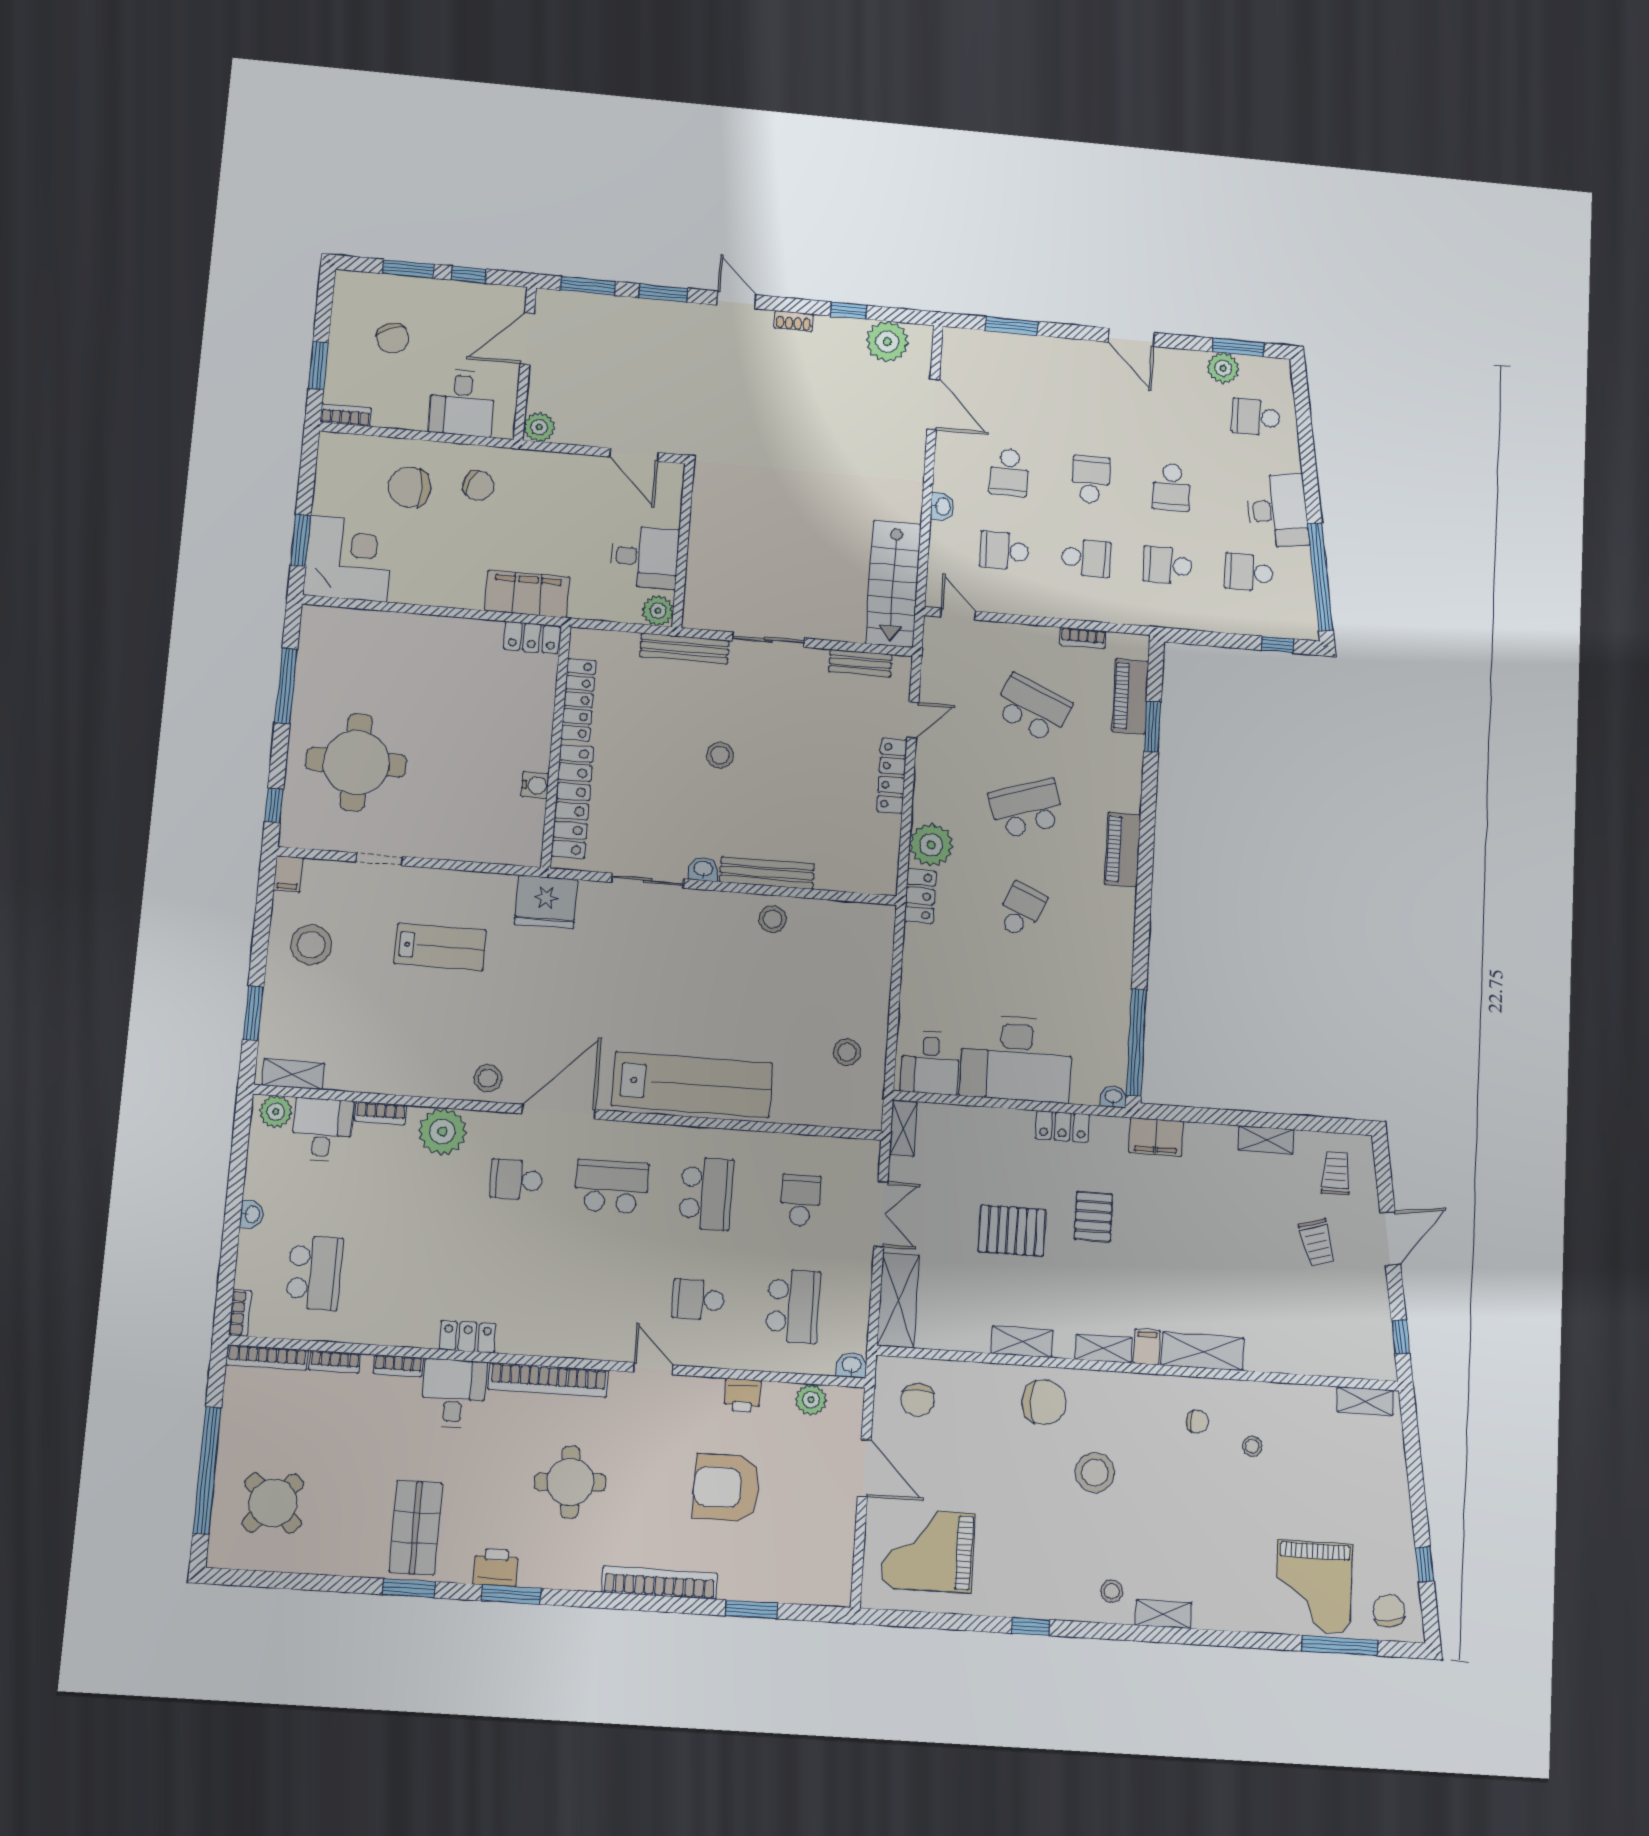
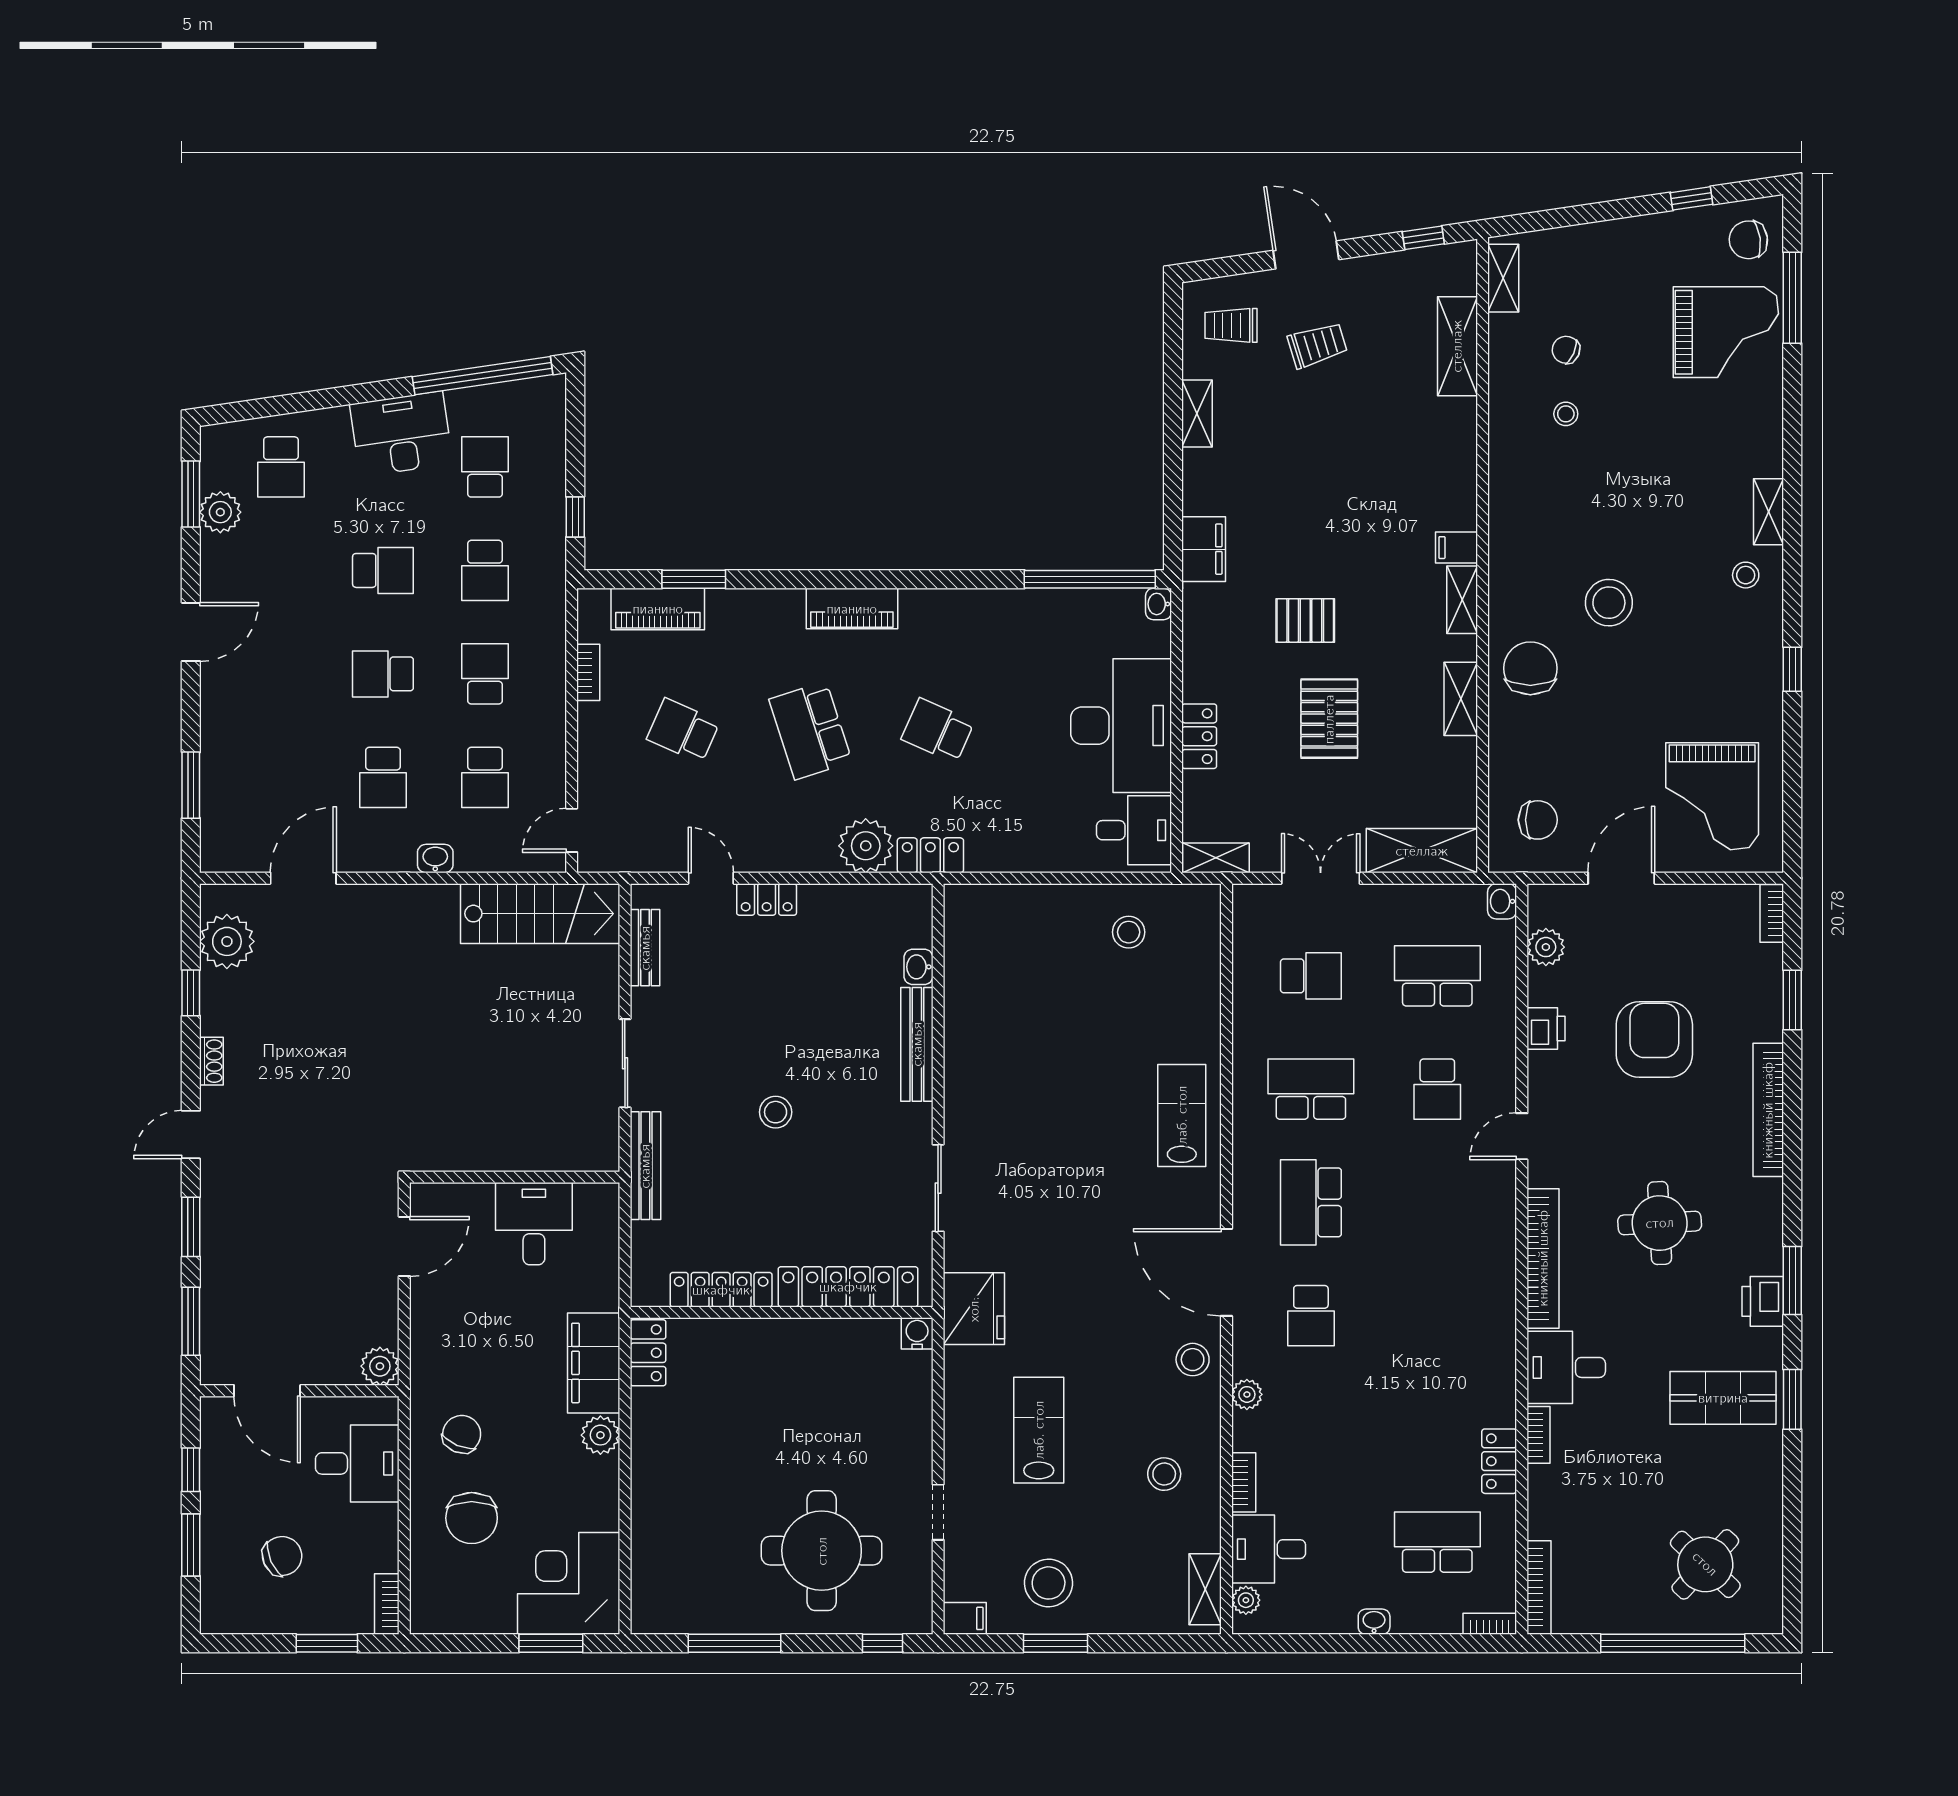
school desk: (1009, 472) -> (383, 777), turned 90
school desk: (1249, 572) -> (485, 467), turned 180
plant: (658, 611) -> (600, 1435), moved
window: (1277, 645) -> (575, 517), moved
school desk: (1032, 708) -> (683, 731), width x0.54
locker: (892, 776) -> (767, 899), width x0.66
water cooler: (535, 785) -> (917, 1333), moved
washbasin: (703, 869) -> (918, 967), moved
stool: (773, 919) -> (1164, 1474), moved
window: (253, 1013) -> (1055, 1643), moved
lab bench: (692, 1084) -> (1182, 1115), width x0.54, depth x0.72
plant: (276, 1112) -> (1246, 1600), width x0.73, depth x0.73
locker: (1063, 1126) -> (1199, 736), moved
plant: (442, 1132) -> (1247, 1394), width x0.53, depth x0.53
school desk: (800, 1200) -> (1311, 976), turned 180
locker: (468, 1337) -> (1499, 1461), moved
shelving: (1203, 1351) -> (1457, 346), moved
bookcase: (335, 1362) -> (1772, 913), moved, turned 180
chair: (1197, 1422) -> (1566, 350), moved, turned -66
armchair: (726, 1488) -> (1654, 1040), turned 180

